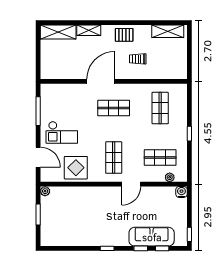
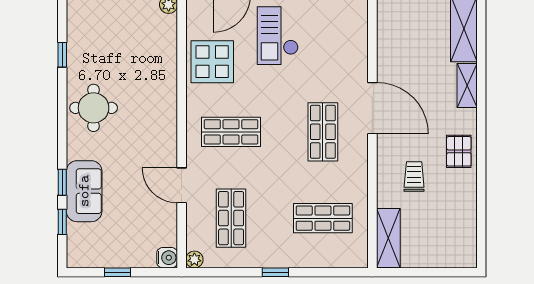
shelving: (168, 31) -> (388, 238), moved
plant: (170, 177) -> (194, 259), moved
door: (131, 184) -> (182, 185), moved
round table: (101, 232) -> (94, 108), added
window: (189, 234) -> (118, 272), moved
sofa: (152, 237) -> (84, 191), width x0.73
window: (107, 248) -> (62, 55), moved

